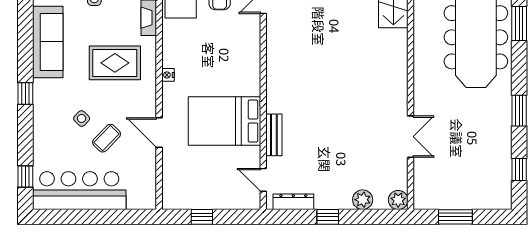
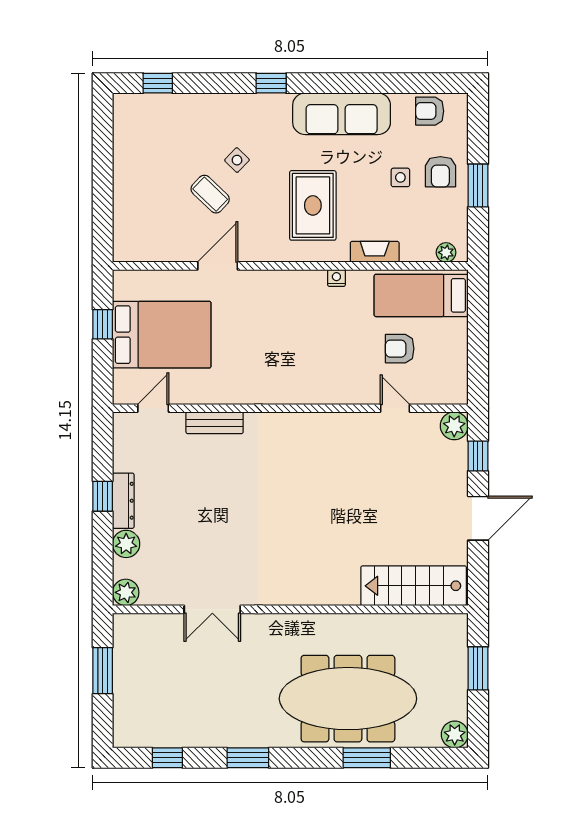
nightstand: (168, 75) -> (336, 278), moved
bed: (225, 121) -> (162, 335), moved, turned 90
bar counter: (79, 191) -> (138, 157), removed
dresser: (293, 202) -> (123, 501), moved

